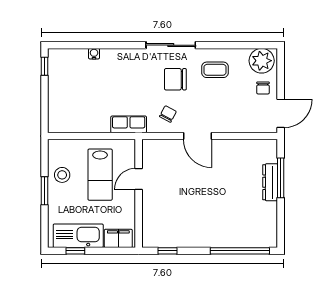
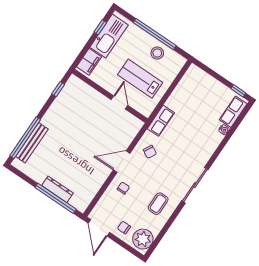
row of seats: (69, 57) -> (233, 112), added
chair: (175, 79) -> (123, 188), moved, width x0.54, depth x0.54
window: (281, 178) -> (56, 198), width x1.46
window: (45, 191) -> (155, 34), width x2.11
bench: (240, 241) -> (32, 143), added

